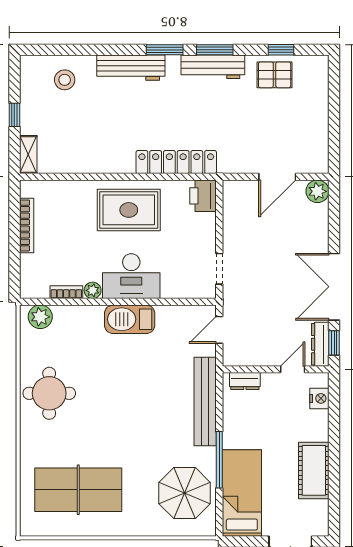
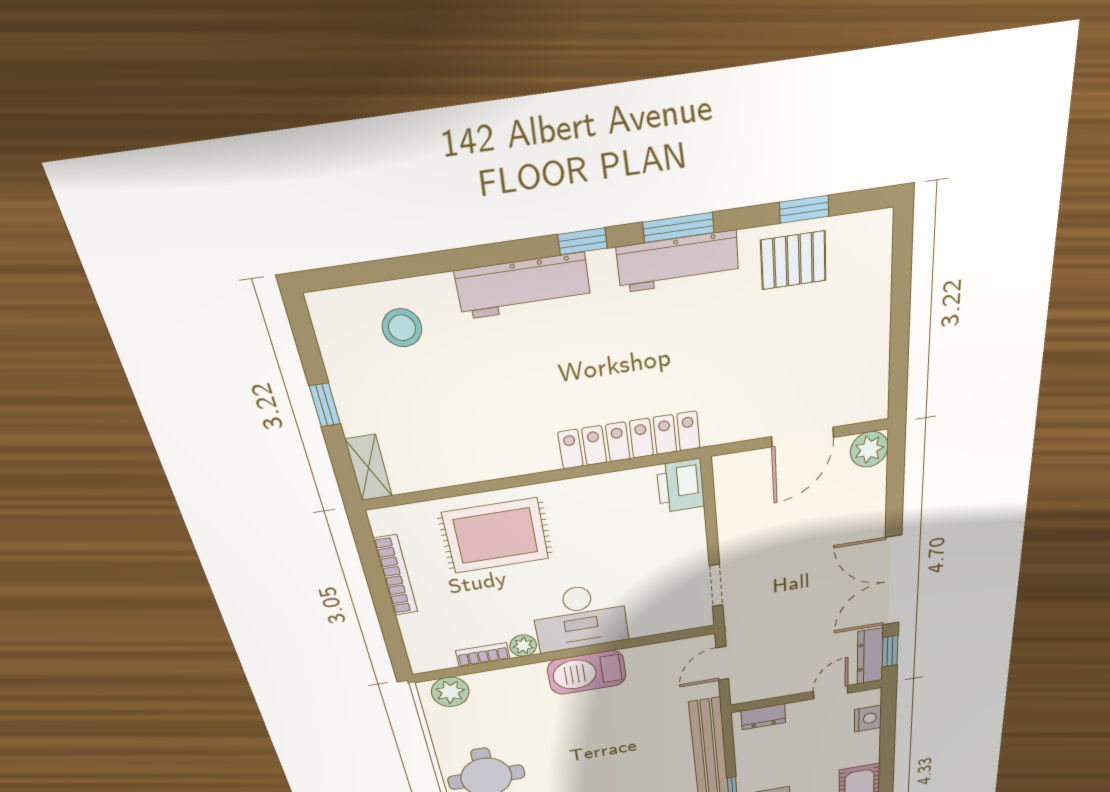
window: (165, 50) -> (583, 241), width x0.67
rug: (129, 210) -> (496, 536), moved

